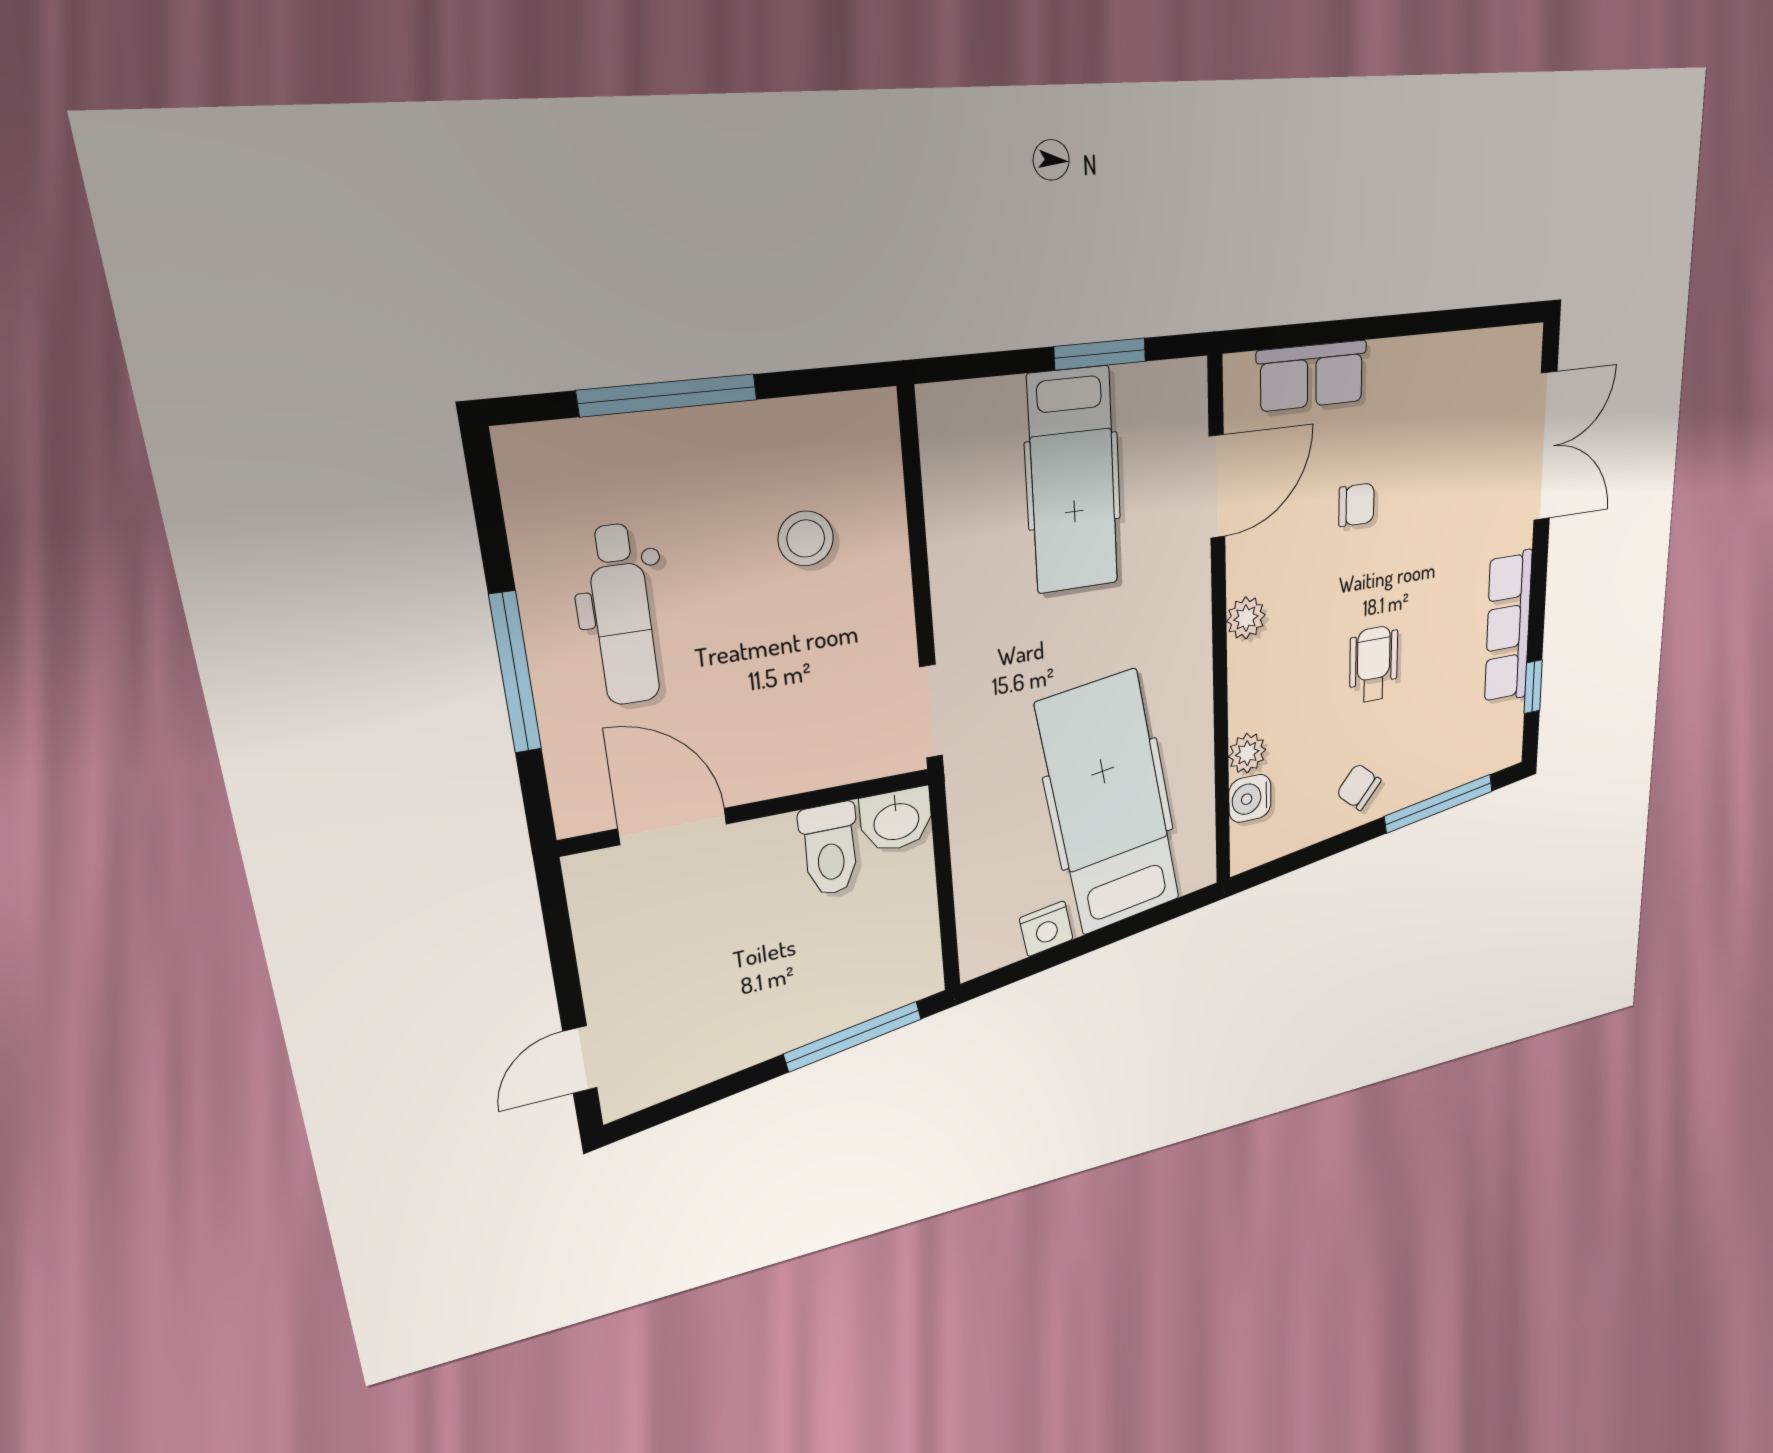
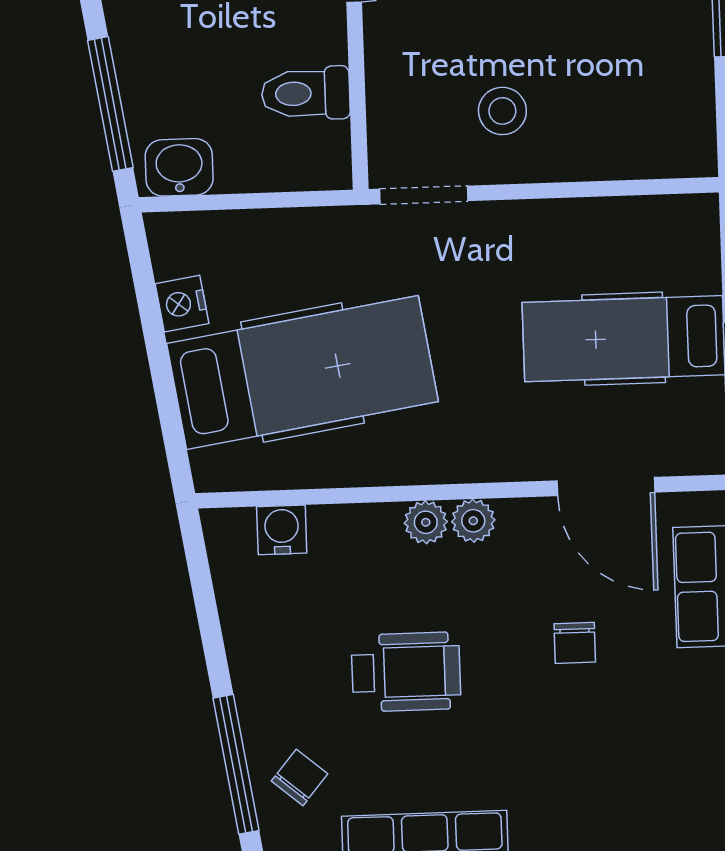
stool: (806, 539) -> (502, 111), moved
wheelchair: (1374, 664) -> (406, 672), width x1.36, depth x1.37
plant: (1247, 753) -> (426, 522), moved
chair: (1359, 787) -> (300, 777), moved
washbasin: (896, 820) -> (179, 167), moved, turned 90

